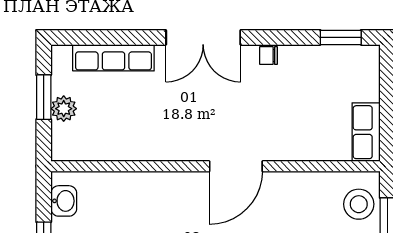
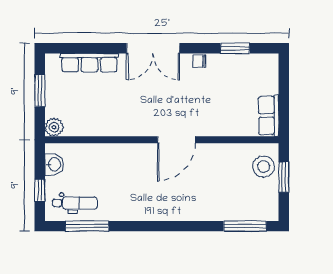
window: (341, 37) -> (235, 48), moved
plant: (64, 109) -> (54, 127), moved

